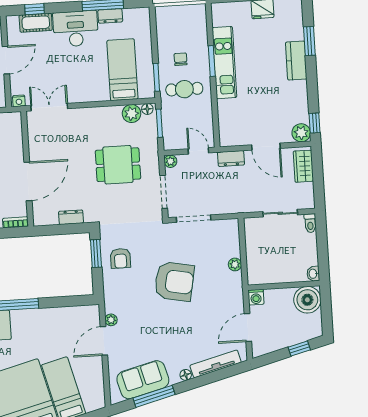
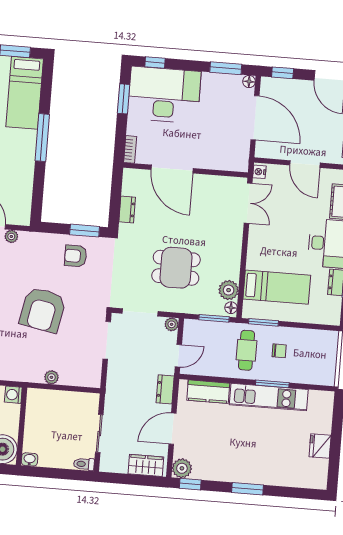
window: (309, 41) -> (248, 489), moved
kitchen counter: (296, 61) -> (208, 392), moved, turned 180
dining table: (118, 165) -> (176, 268), turned 90

